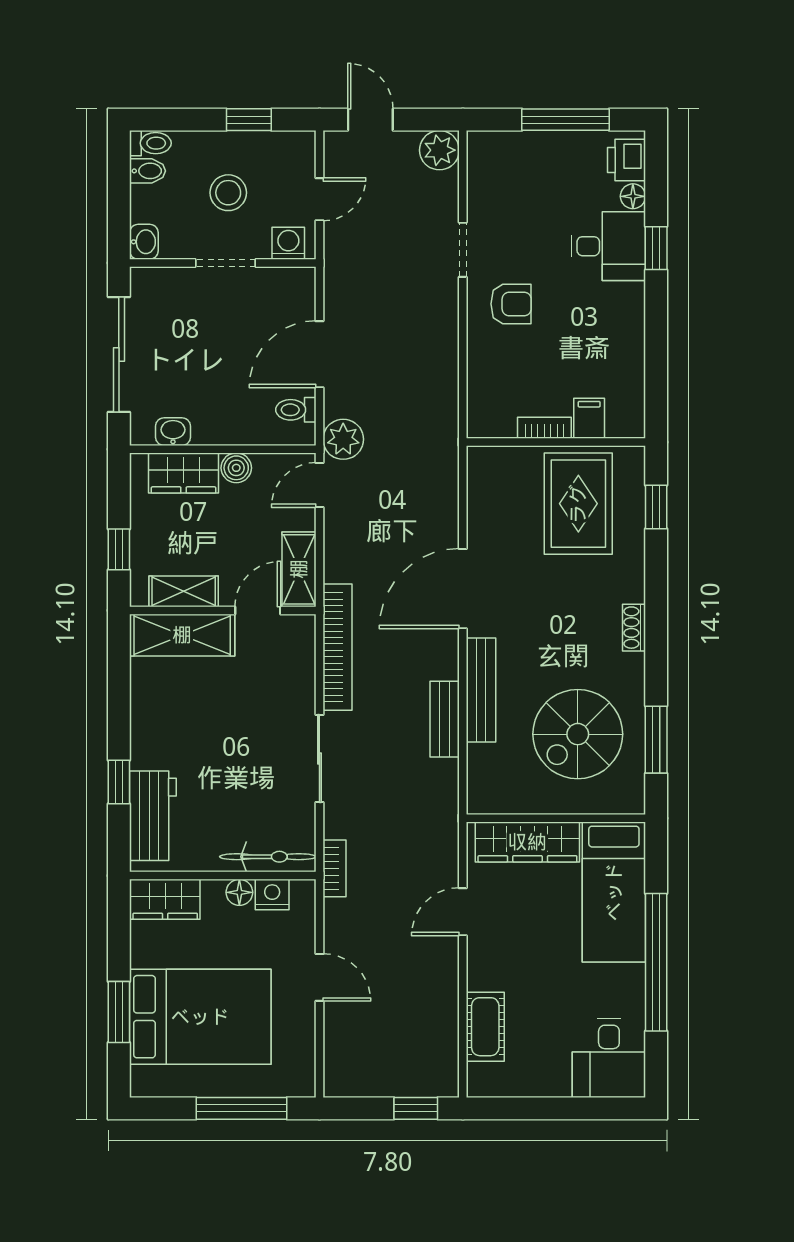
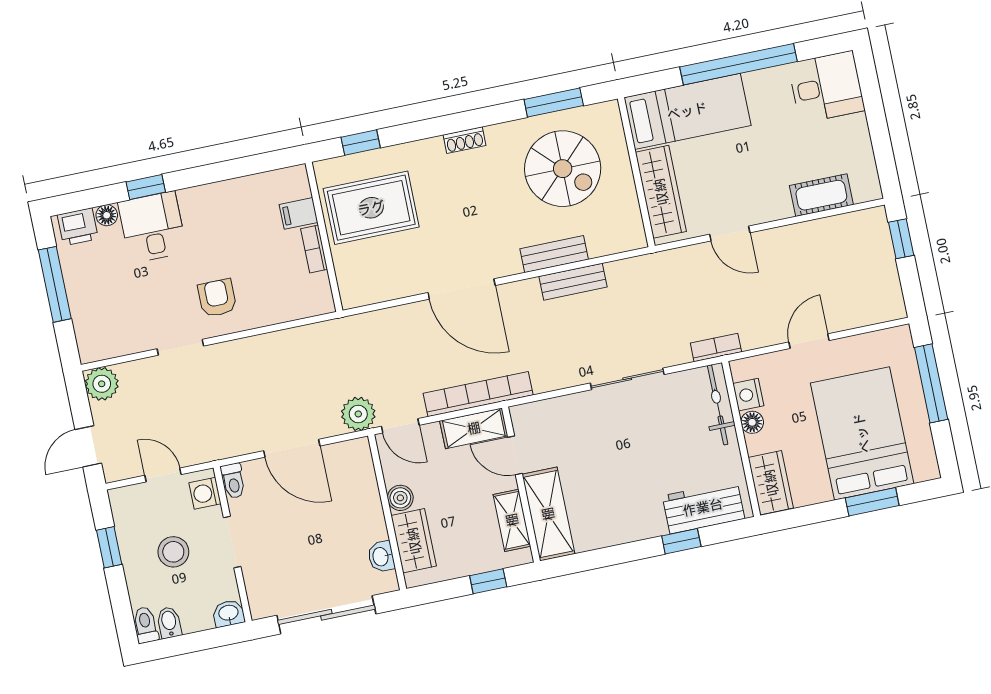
toilet: (296, 410) -> (233, 481), moved
bookcase: (337, 647) -> (478, 394), moved
bench: (481, 690) -> (554, 254), width x0.73

